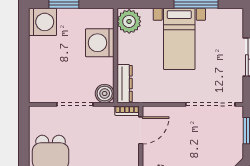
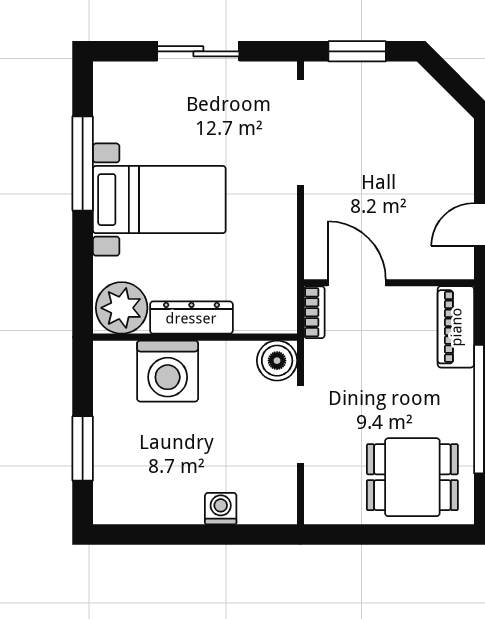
washing machine: (43, 22) -> (221, 509), moved, width x0.53, depth x0.53
dresser: (125, 84) -> (191, 318), moved

